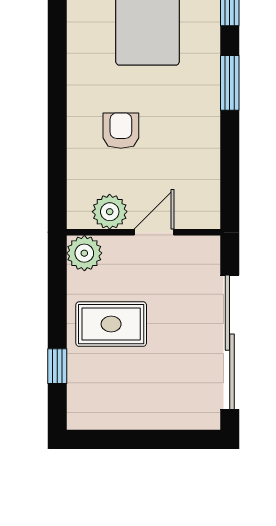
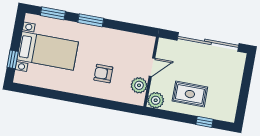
door: (154, 232) -> (152, 67), swing flipped
rug: (111, 324) -> (190, 94), turned 90

